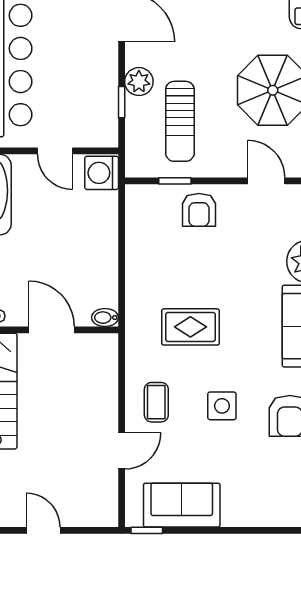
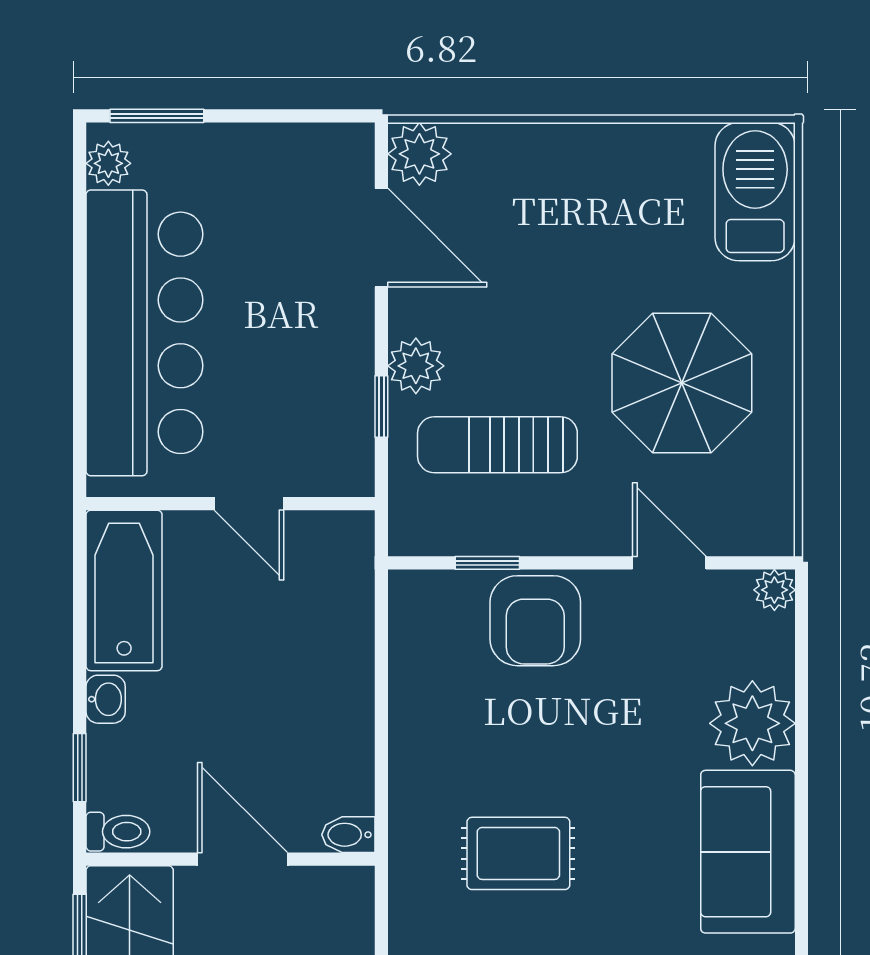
sun lounger: (180, 121) -> (497, 445), turned 90
washing machine: (102, 173) -> (342, 547), removed
armchair: (199, 210) -> (535, 621), width x1.38, depth x1.38

